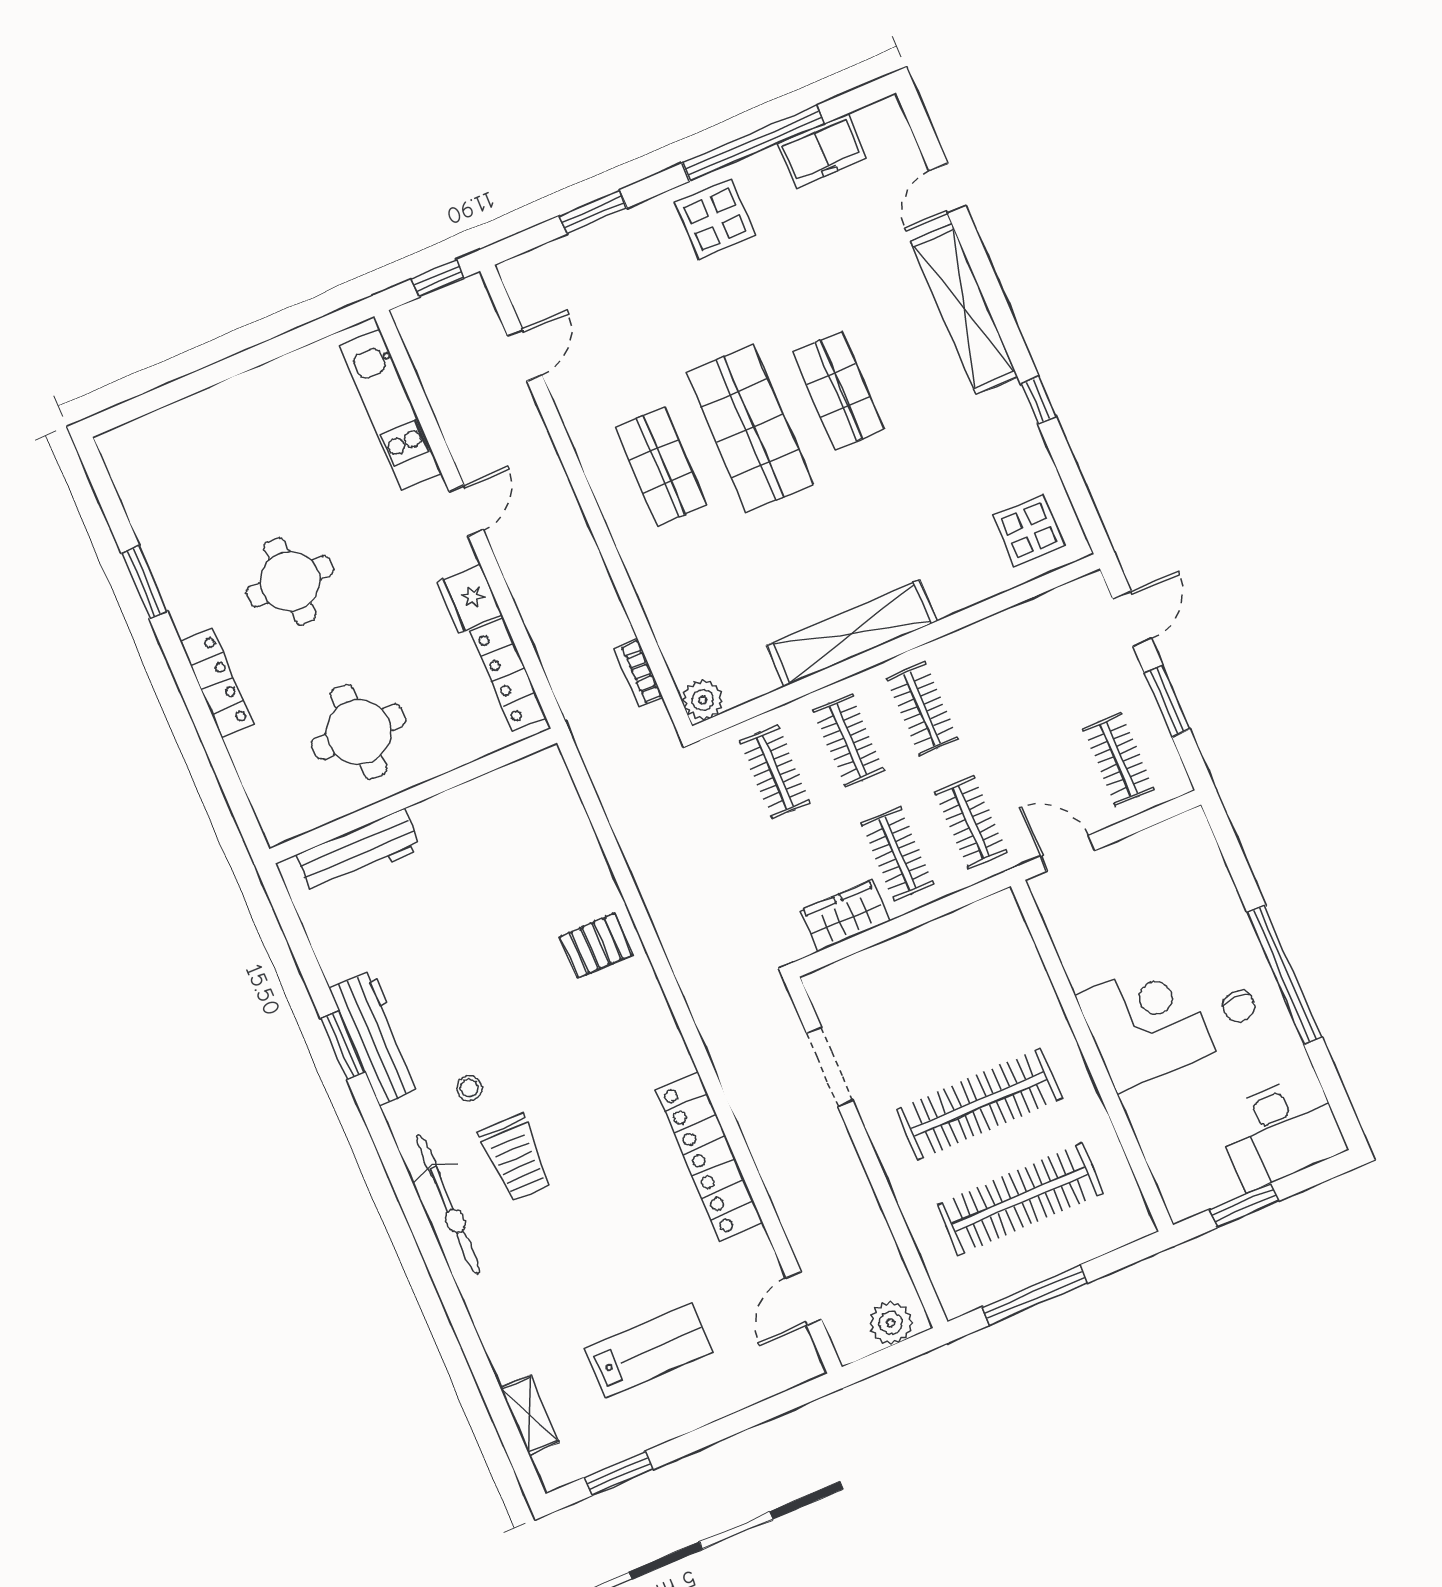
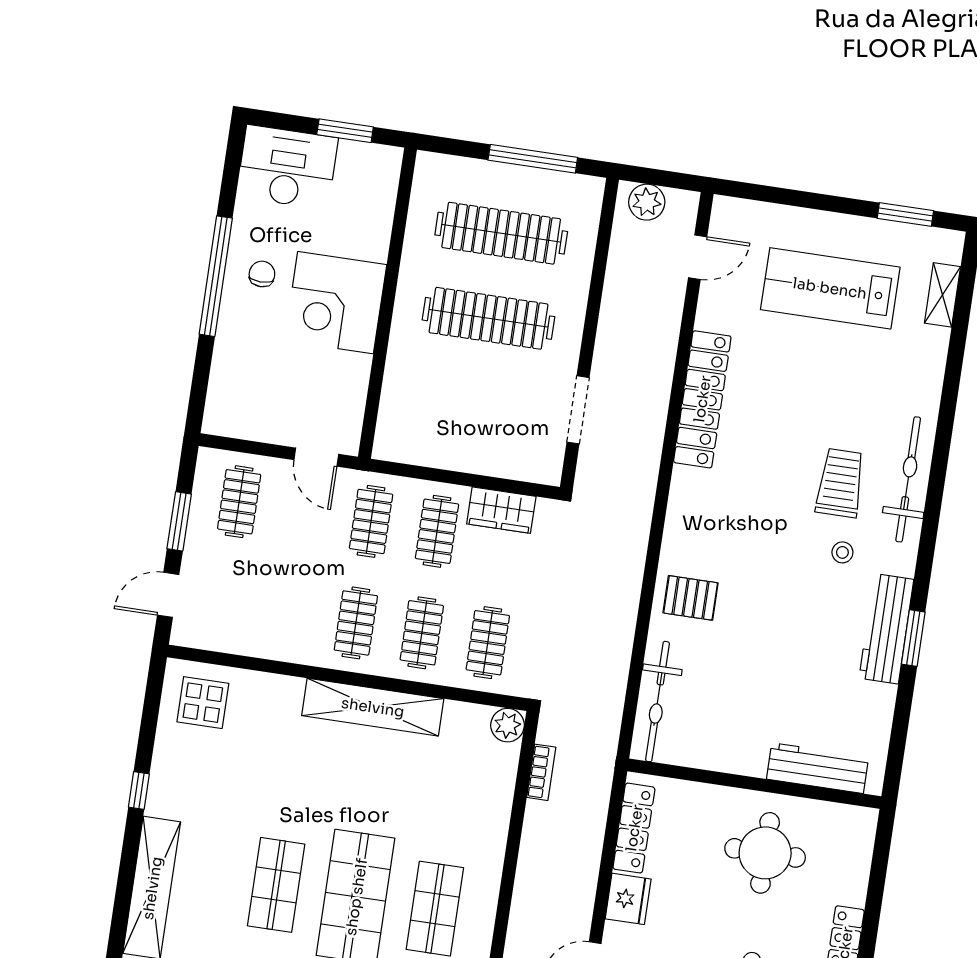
bicycle: (564, 819) -> (658, 702), added
lab bench: (649, 1351) -> (830, 288), width x1.36, depth x1.39

